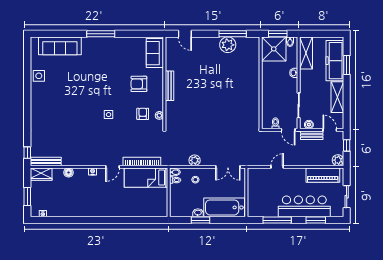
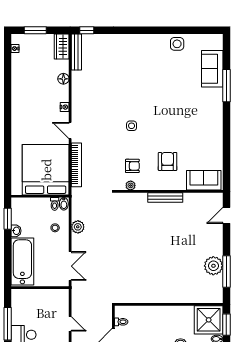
window: (101, 34) -> (226, 86), moved
sofa: (60, 46) -> (212, 69), width x0.73
double door: (228, 167) -> (70, 266), swing flipped
bed: (146, 178) -> (46, 170), width x2.04
window: (201, 220) -> (8, 219), moved

